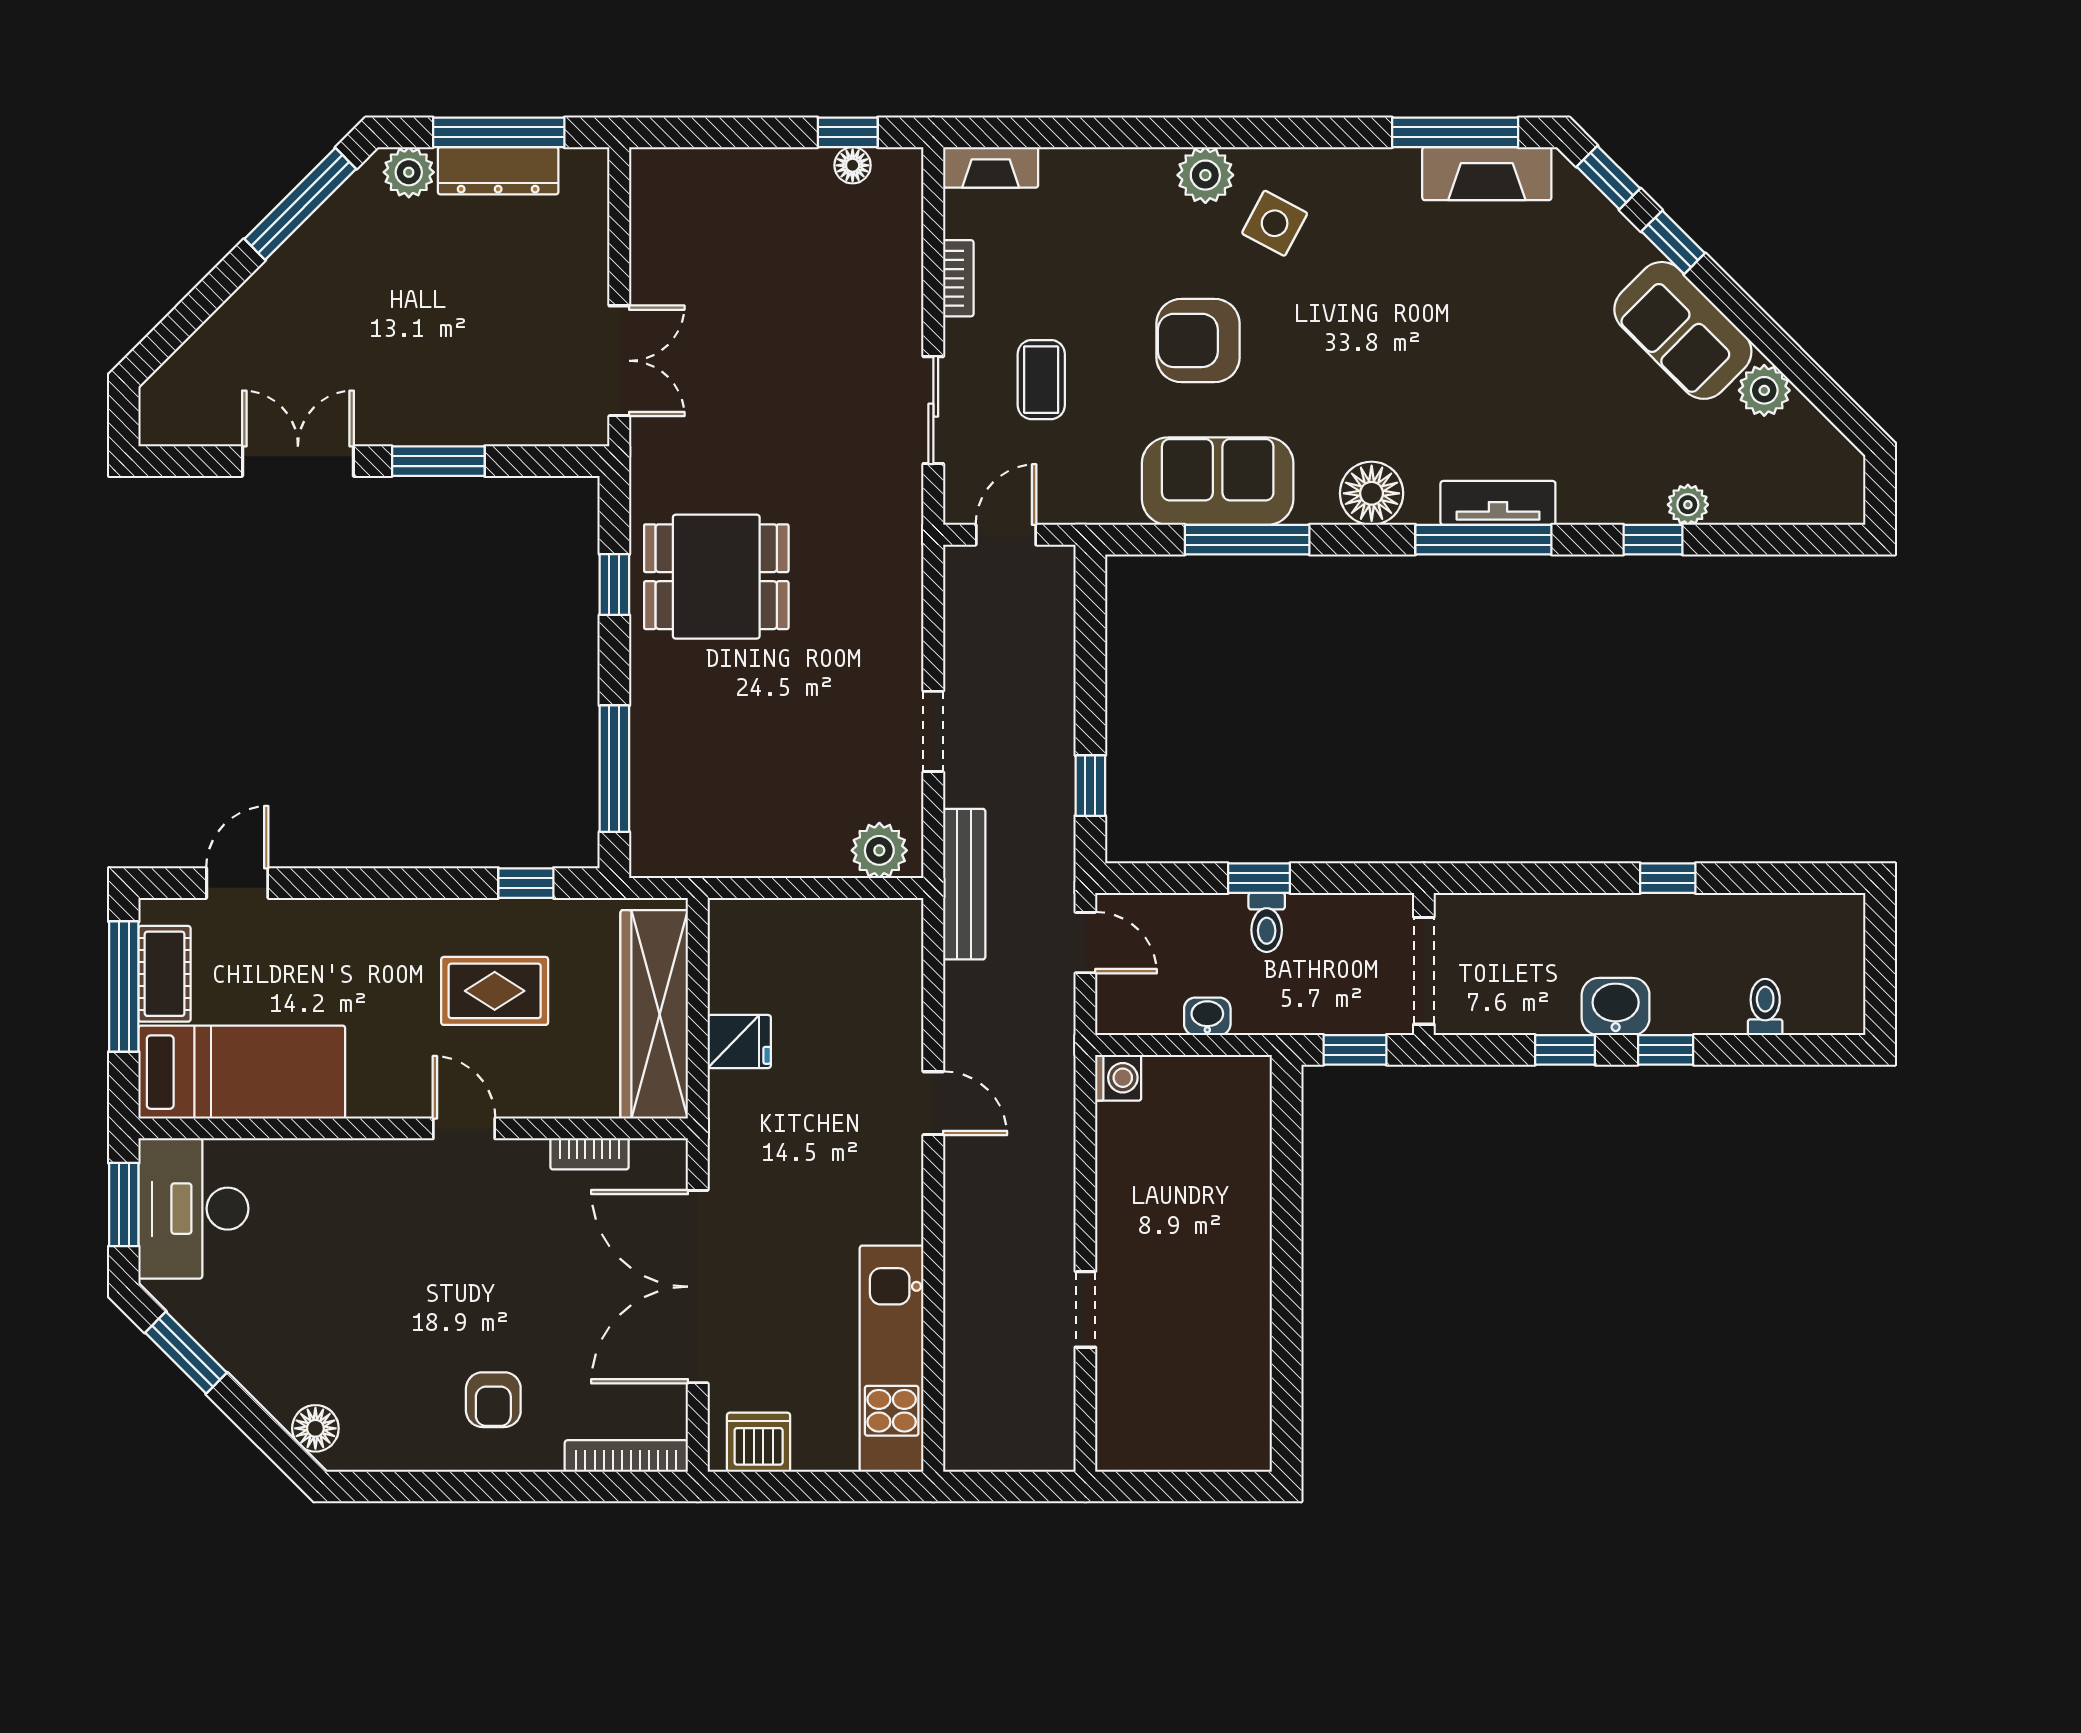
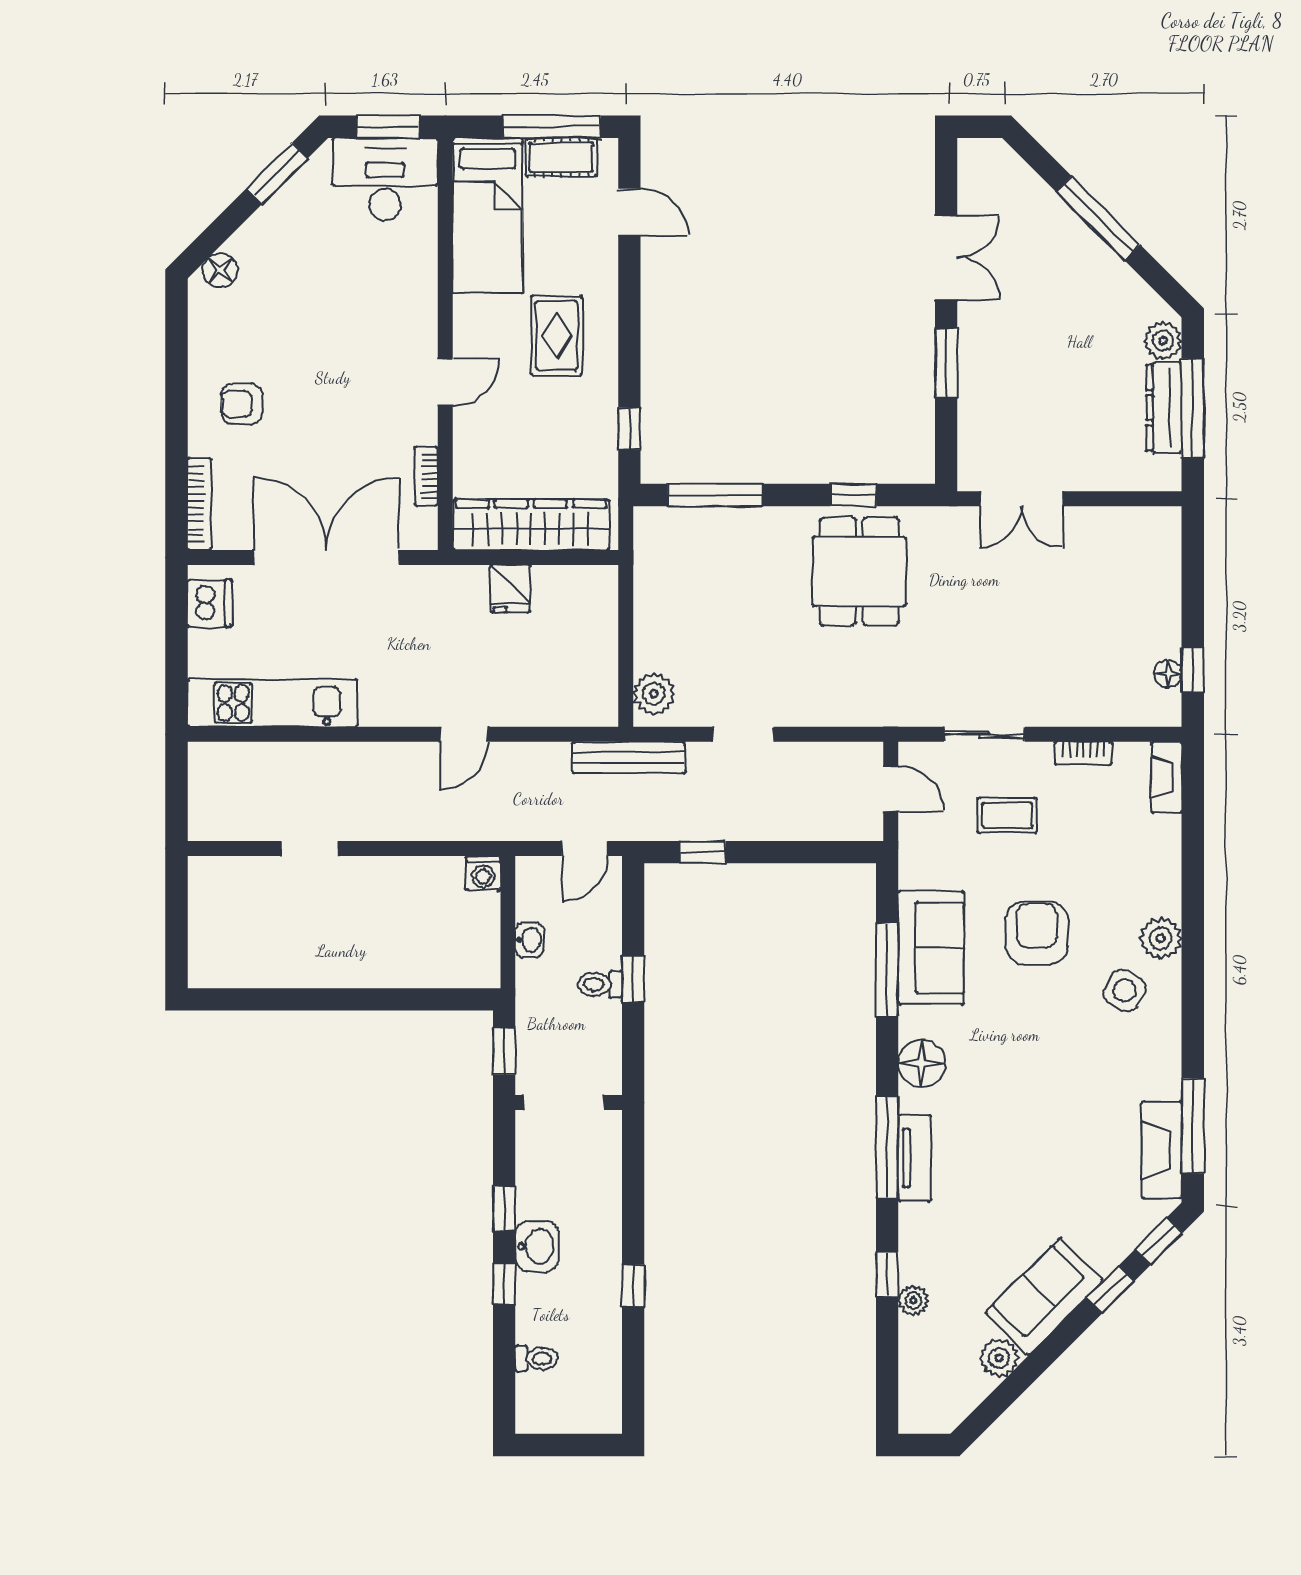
window: (300, 204) -> (1098, 218), moved
rug: (495, 991) -> (557, 336), moved

